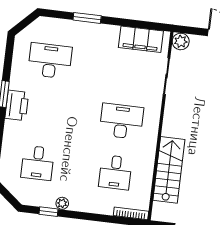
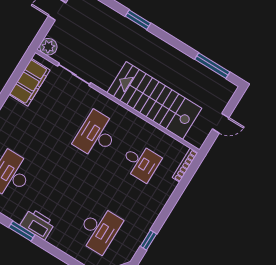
desk: (38, 163) -> (99, 230), width x1.37
stairs: (169, 170) -> (154, 100), width x1.36, depth x1.51
plant: (62, 203) -> (147, 224), removed

